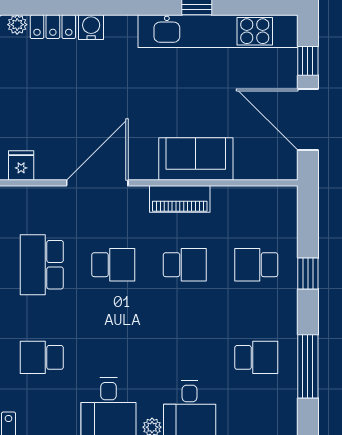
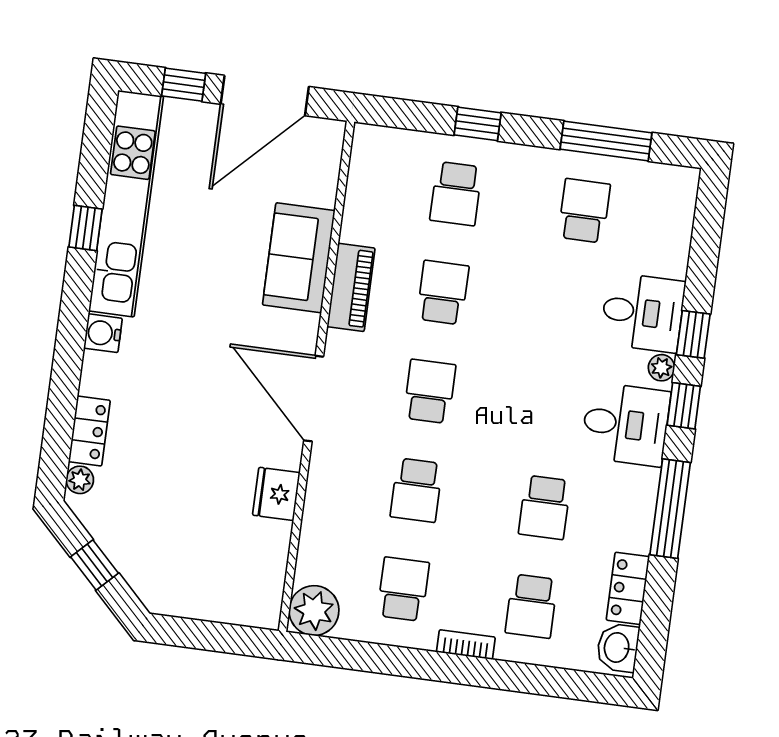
water cooler: (91, 27) -> (103, 333), moved
fridge: (21, 166) -> (276, 494), width x1.38
school desk: (42, 265) -> (416, 490), width x0.54

